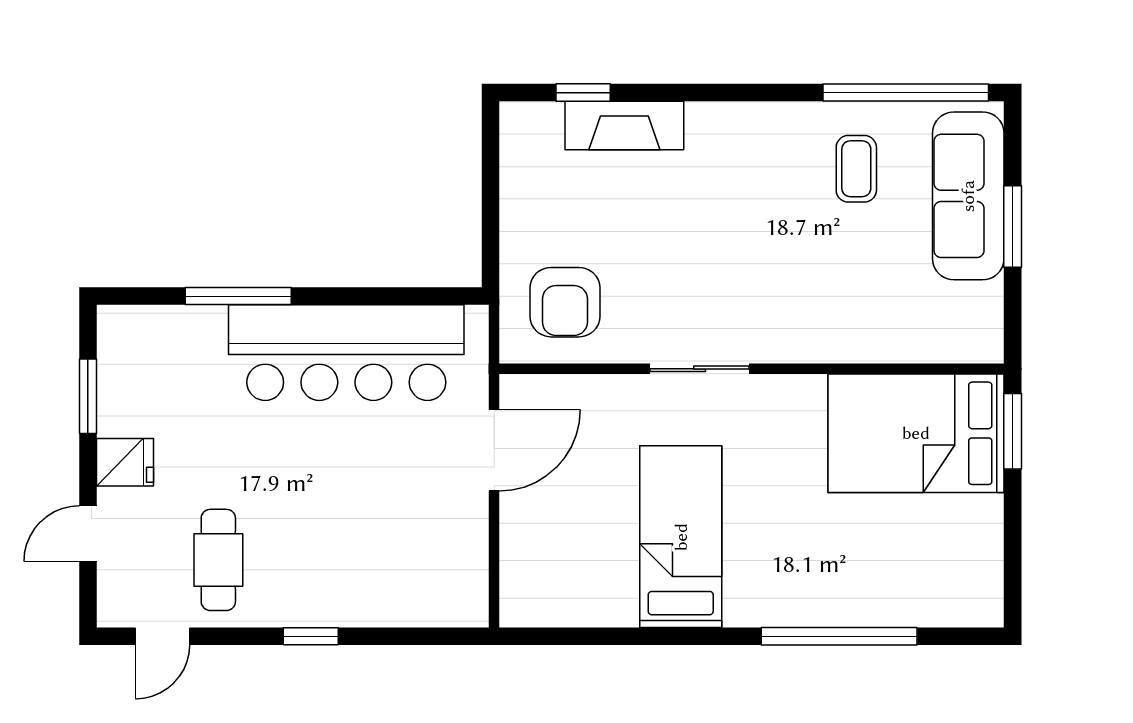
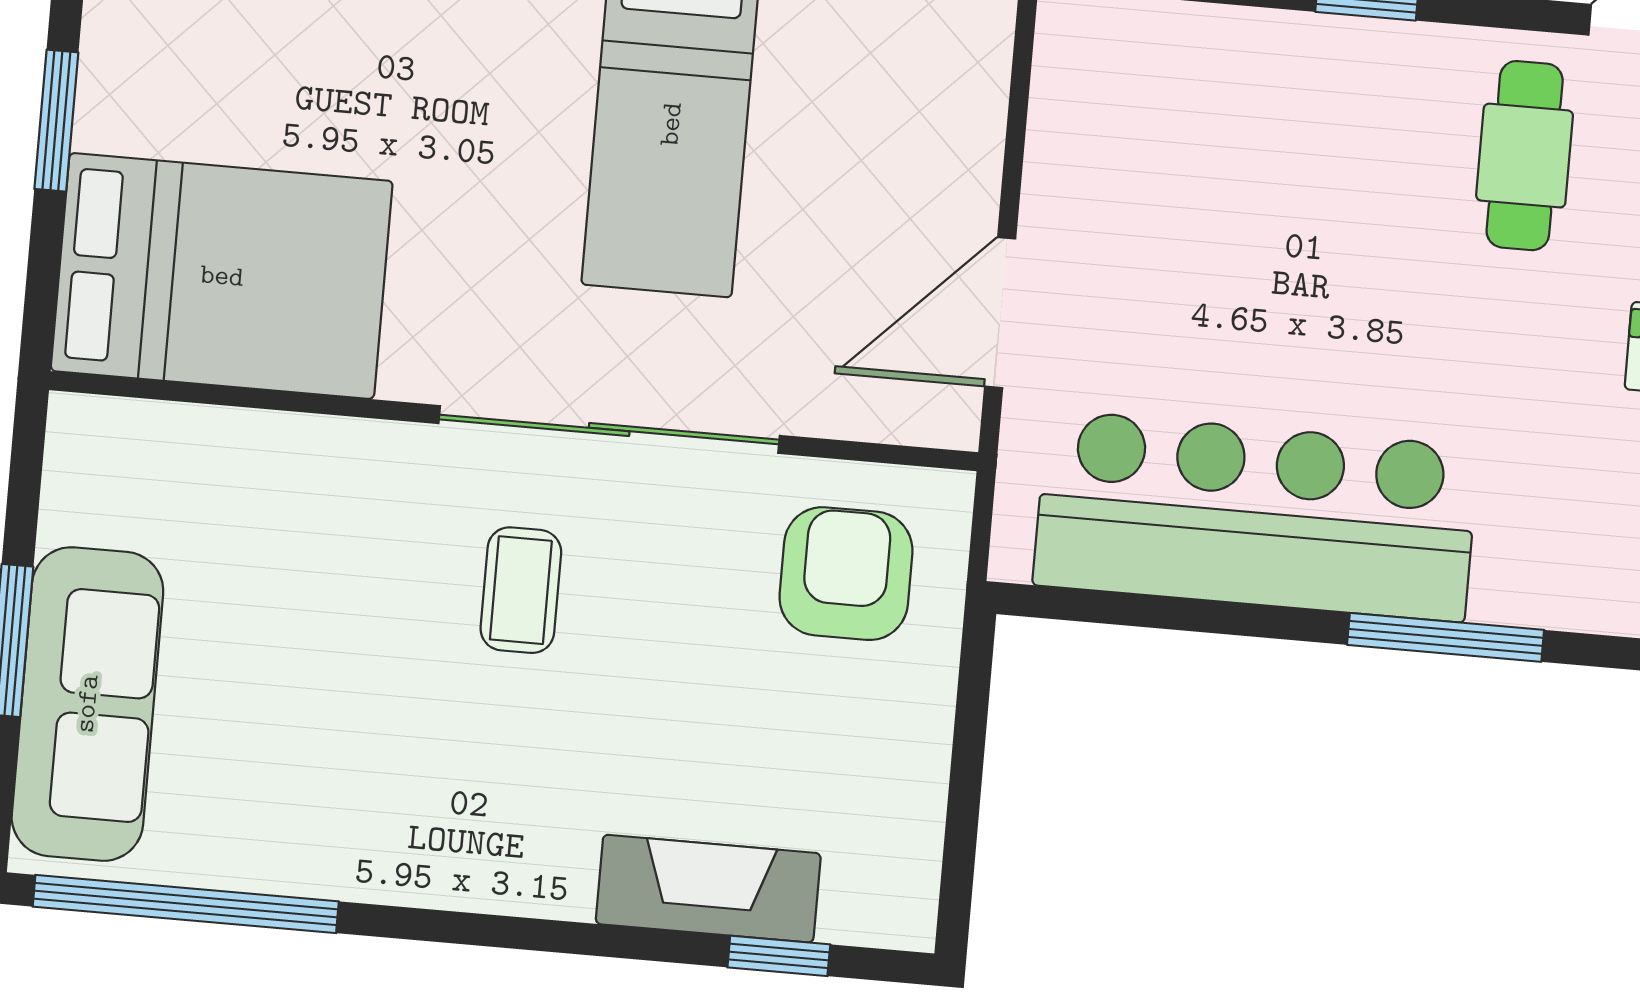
coffee table: (856, 169) -> (521, 590), moved
sliding door: (700, 369) -> (609, 429), width x1.86
window: (1013, 431) -> (56, 121), moved

